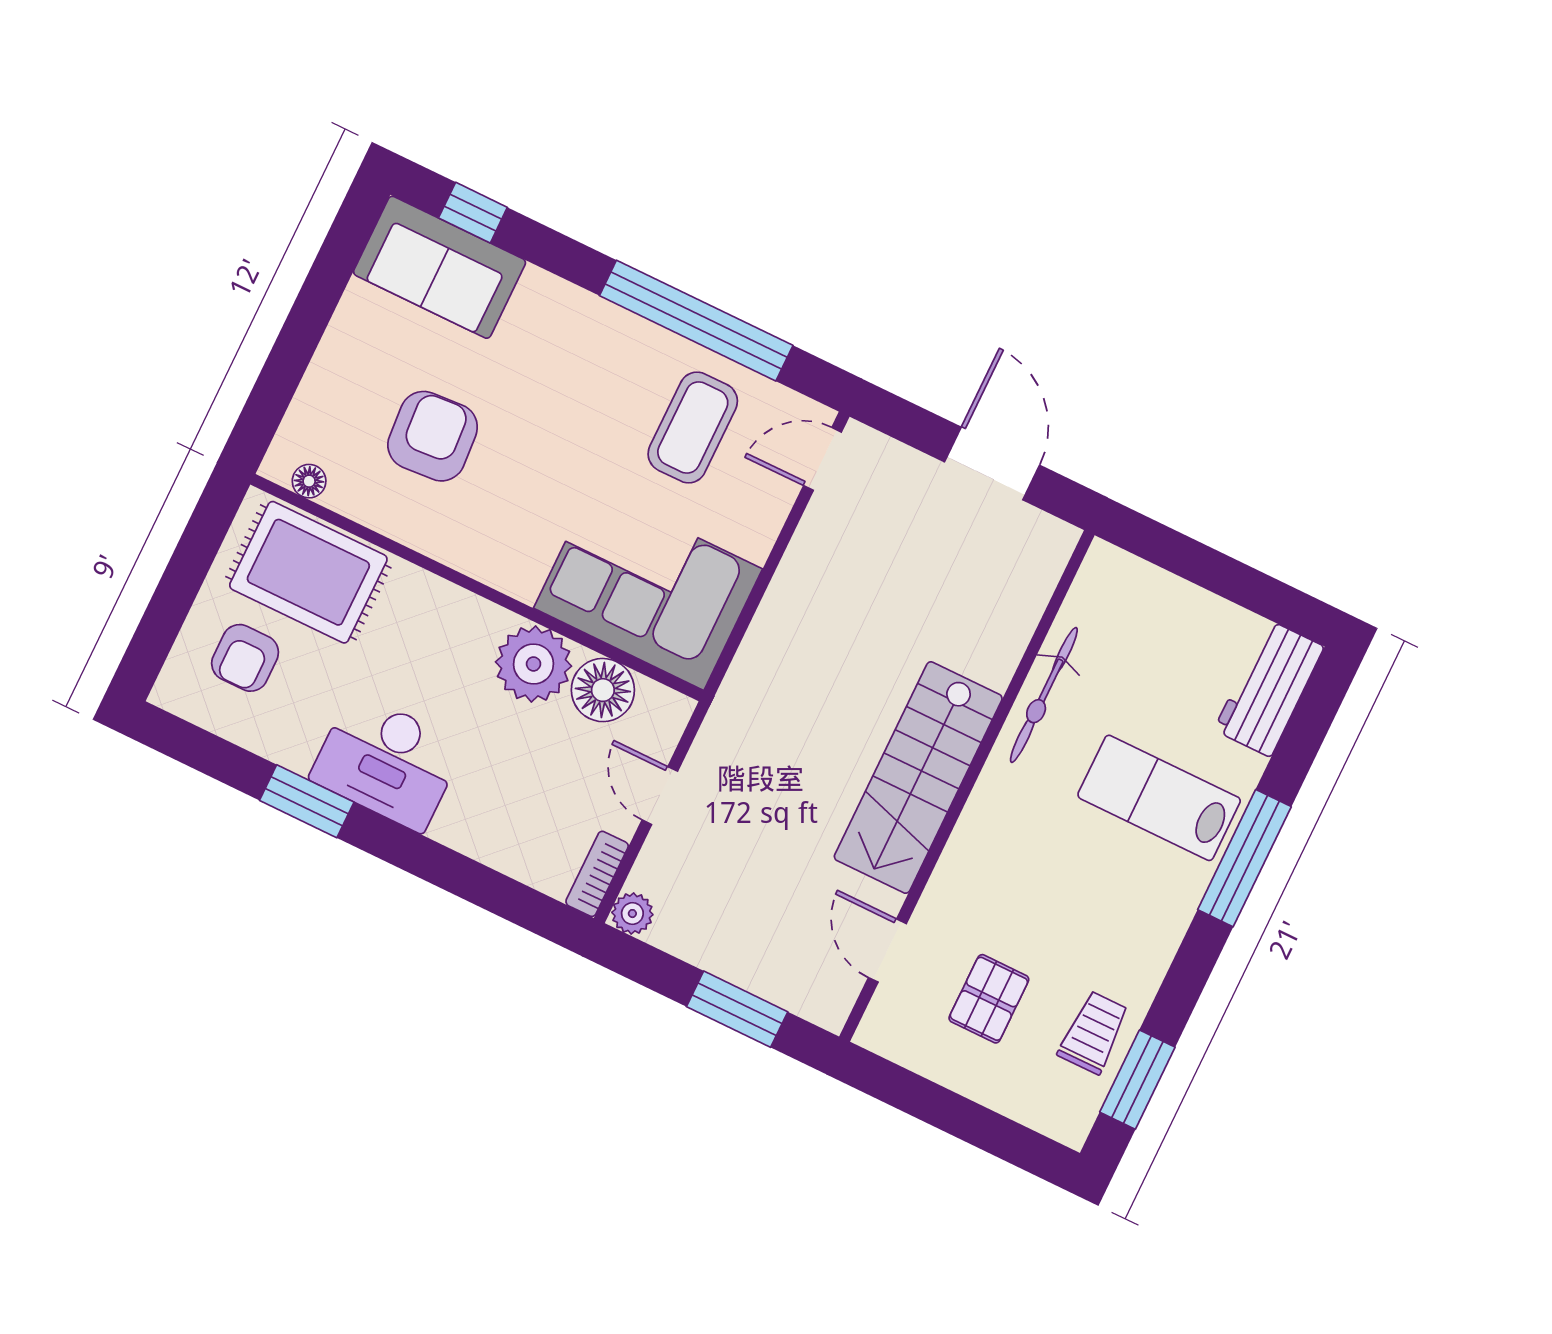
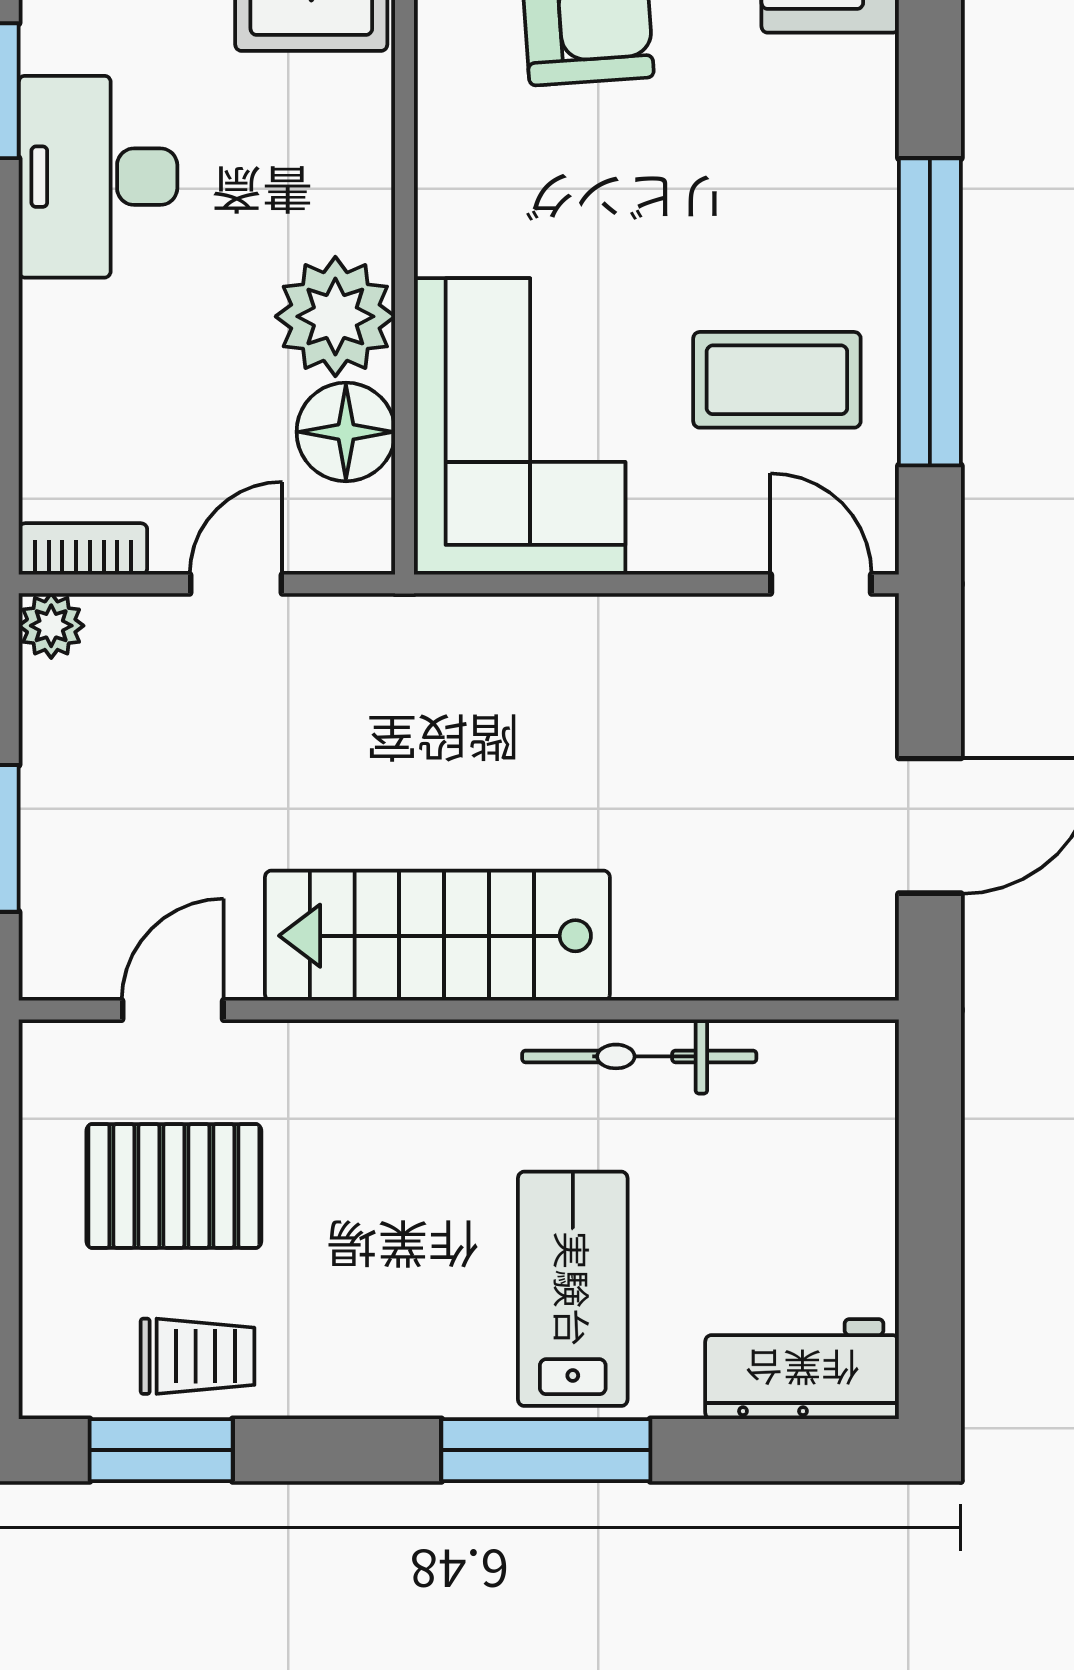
pallet: (989, 999) -> (174, 1186), width x1.50, depth x1.42

